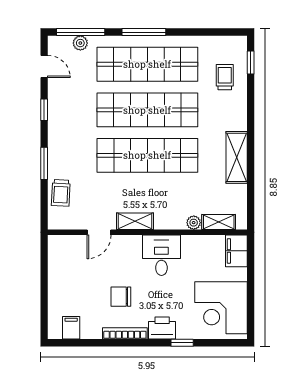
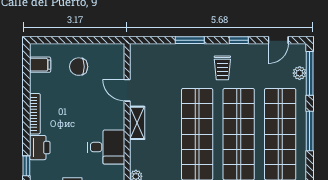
trolley: (61, 193) -> (222, 68), moved, turned -93
chair: (121, 297) -> (79, 67), moved, turned -90

